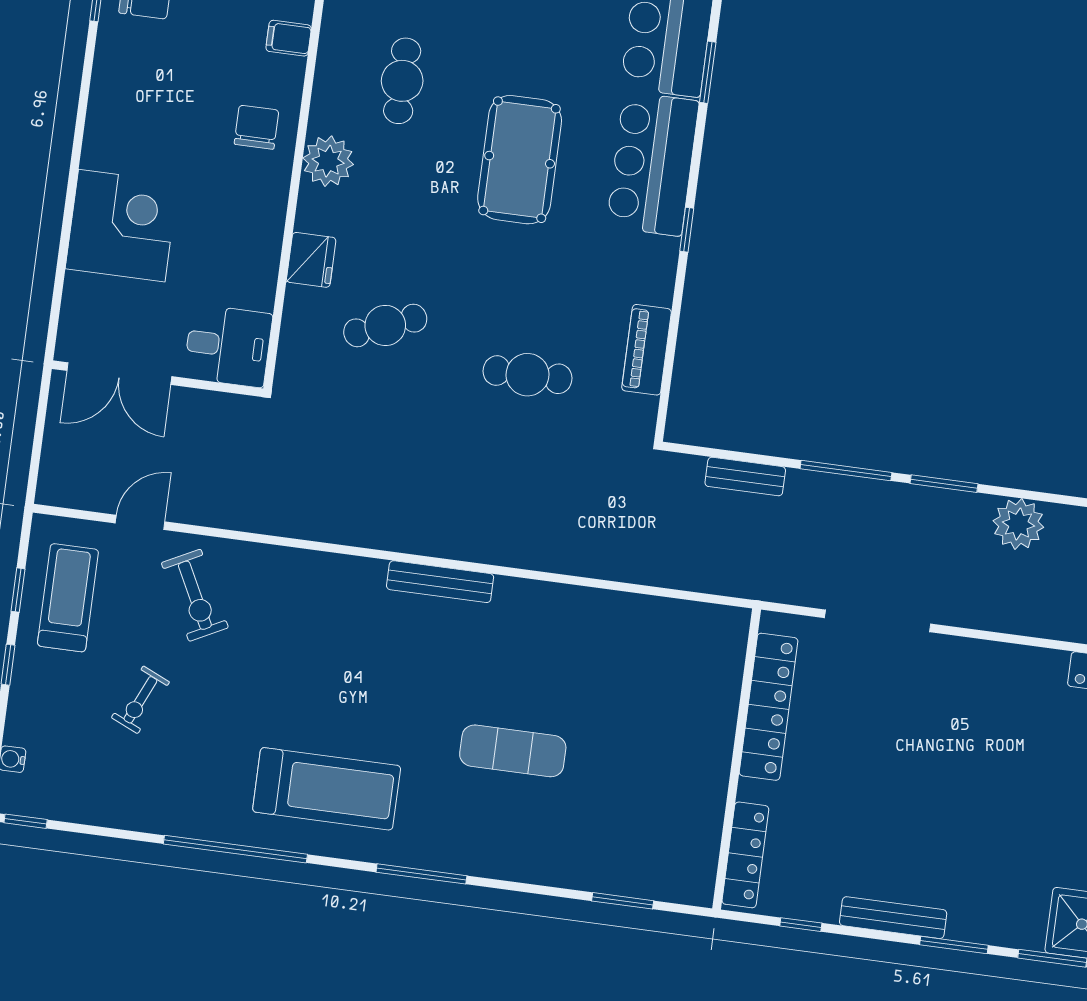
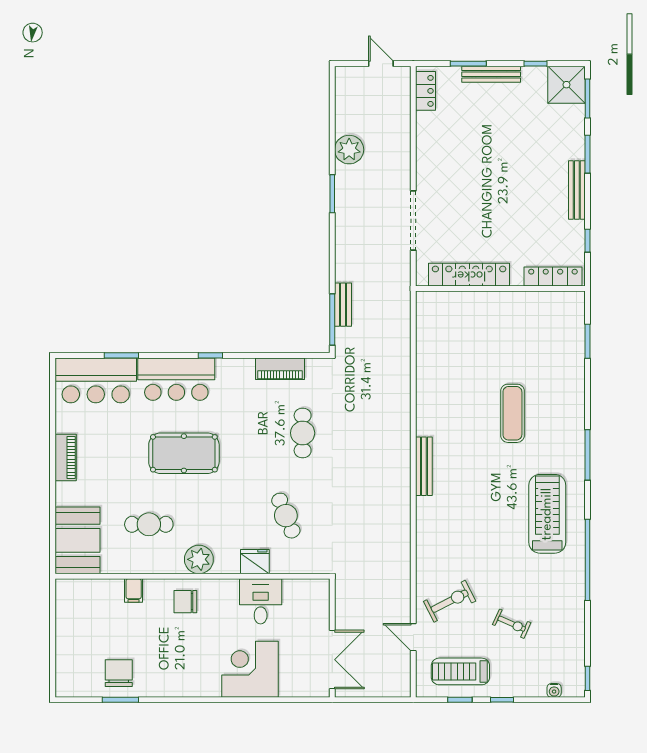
desk: (228, 346) -> (261, 601), moved
window: (846, 471) -> (332, 320), moved

